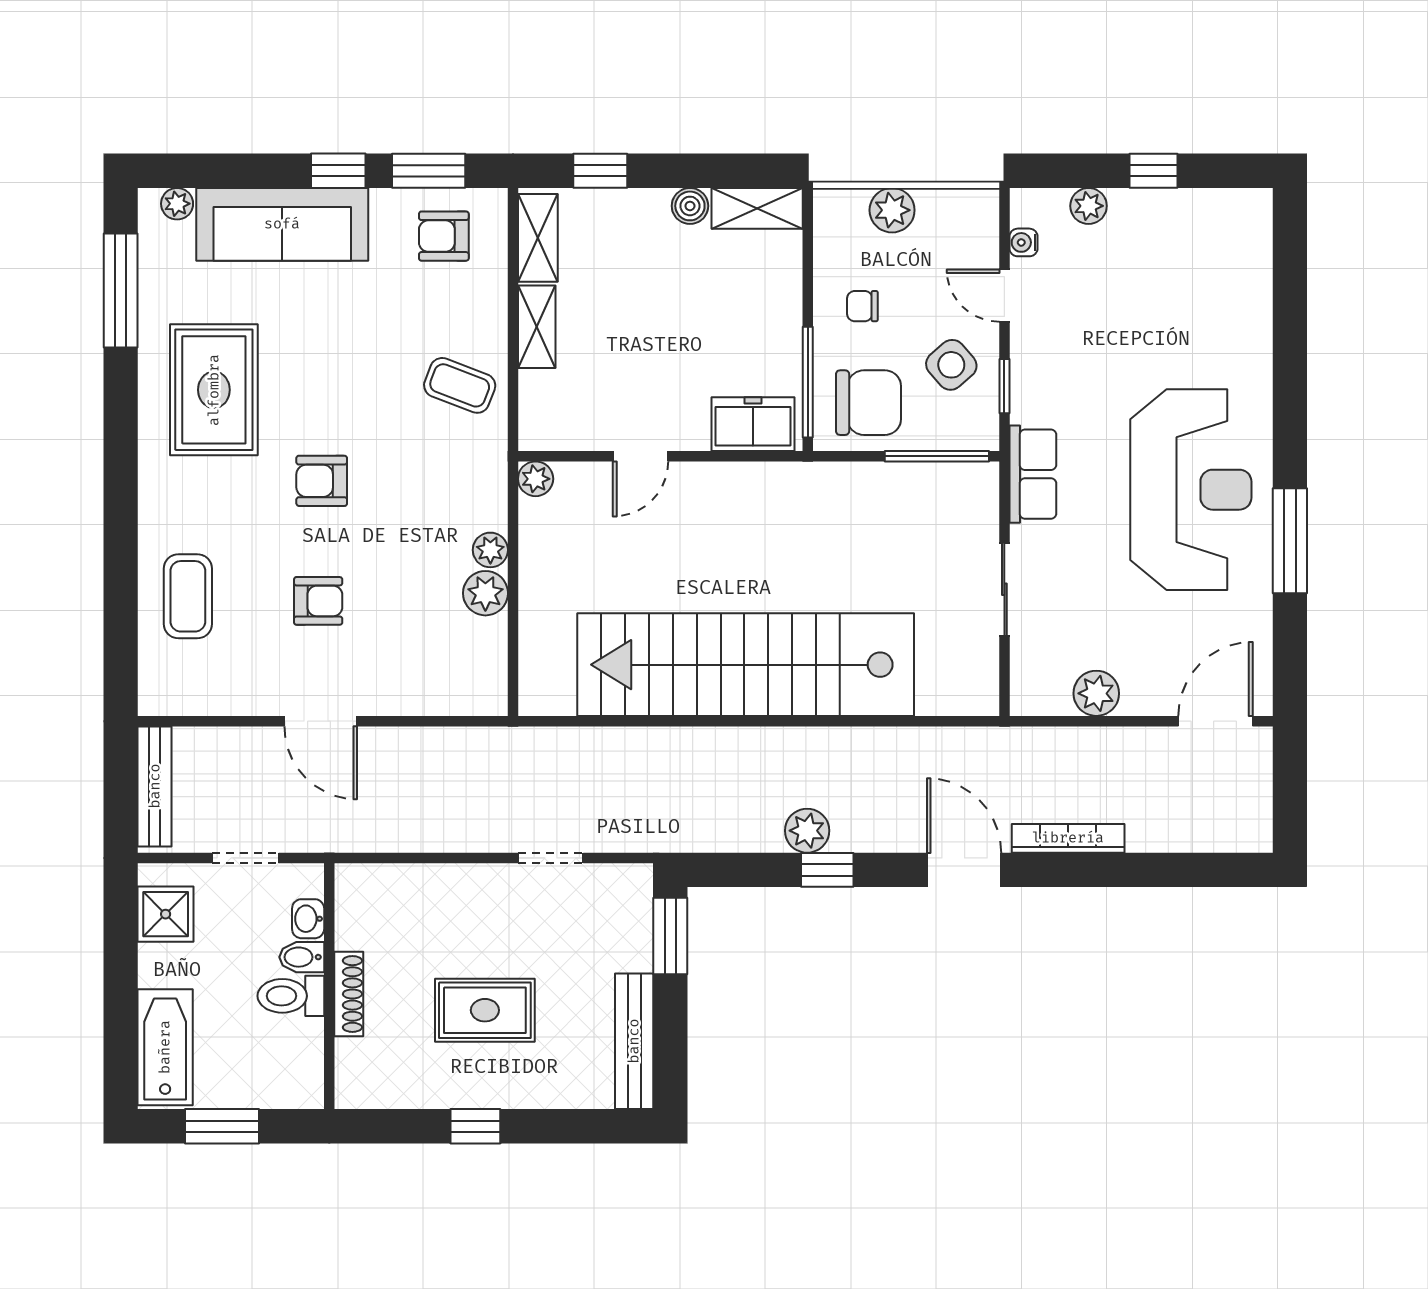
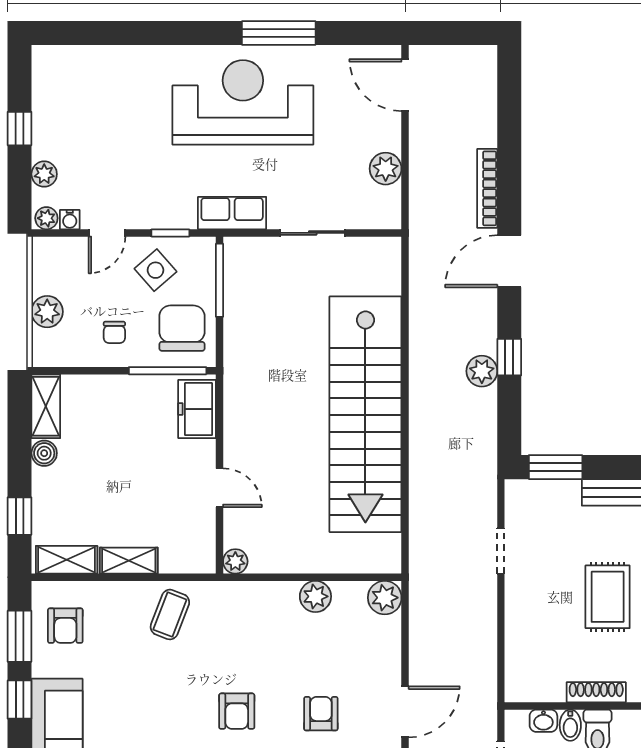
plant: (1025, 209) -> (46, 218), added
plant: (490, 550) -> (385, 598), moved, width x1.38, depth x1.38

